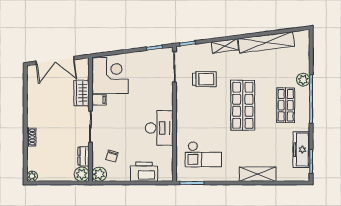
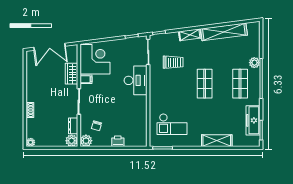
shop shelf: (243, 105) -> (205, 84), width x0.70, depth x0.74
desk: (159, 128) -> (136, 80), moved
printer: (144, 172) -> (118, 141), width x0.53, depth x0.68

